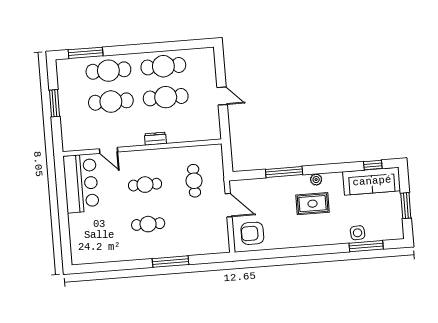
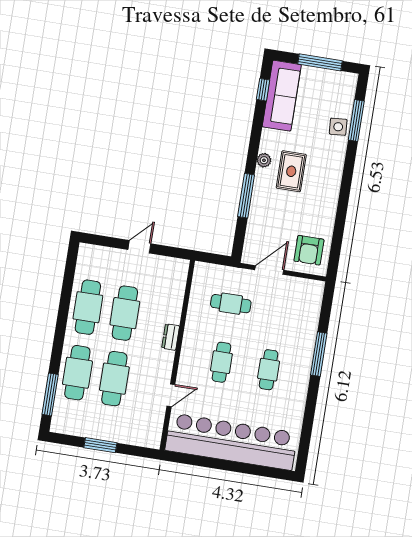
bar counter: (81, 183) -> (231, 442), width x1.86
window: (406, 206) -> (320, 62), width x1.44

